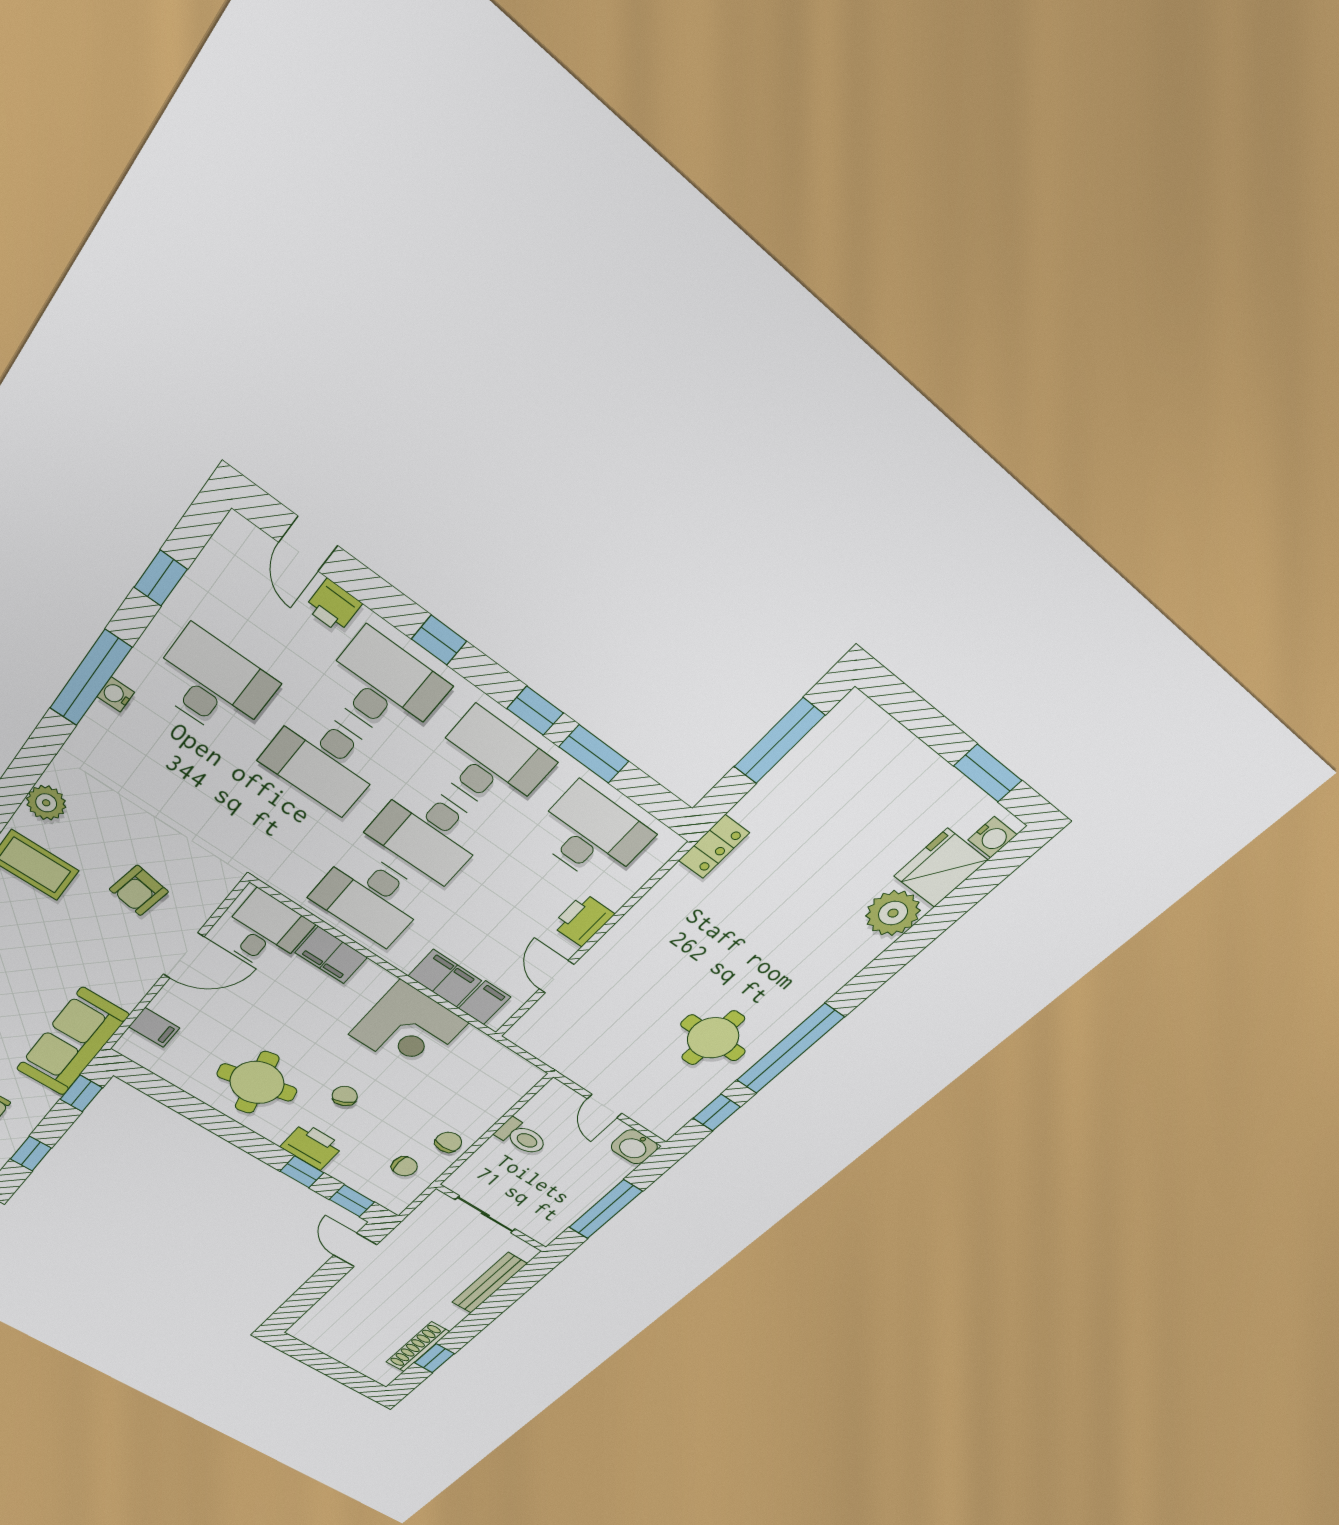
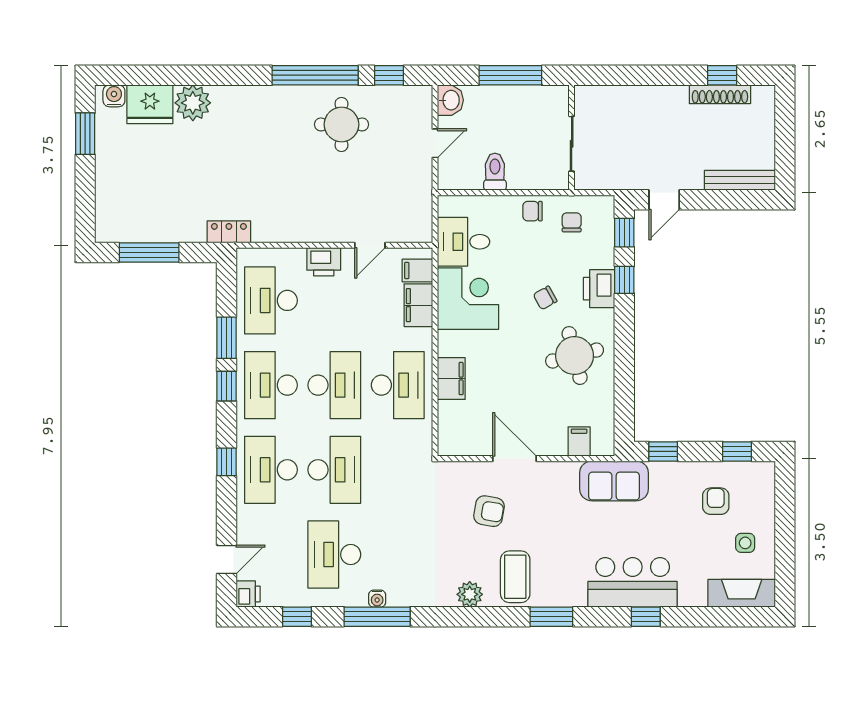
printer: (333, 606) -> (248, 594), moved
desk: (265, 931) -> (464, 242), moved
sofa: (72, 1042) -> (614, 481), width x0.73
bench: (489, 1283) -> (740, 180), moved

